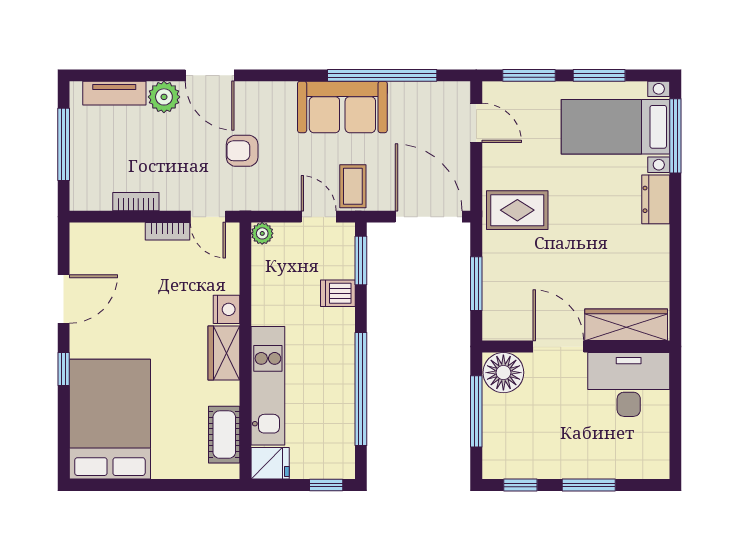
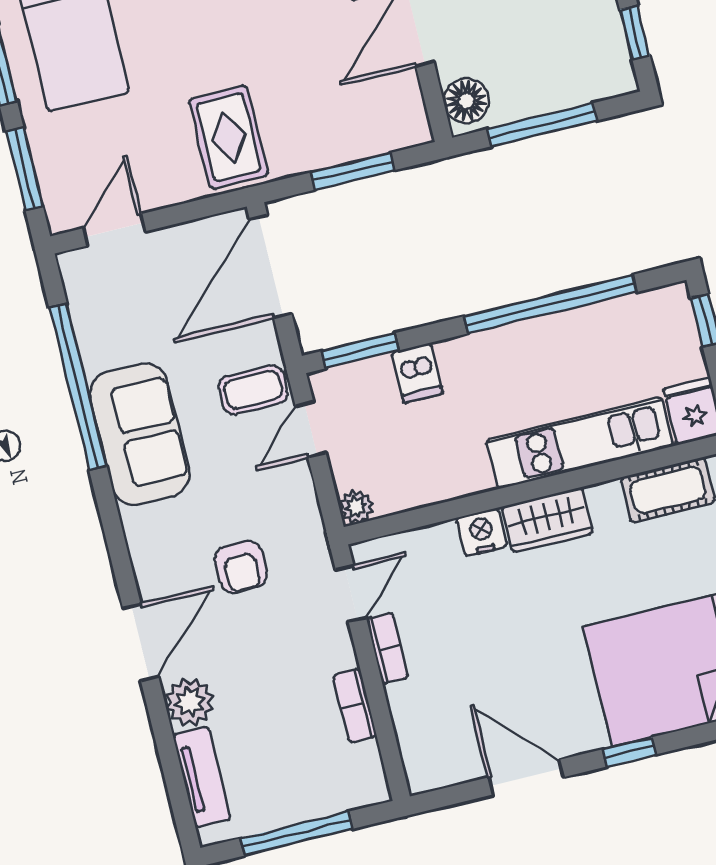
floor lamp: (503, 373) -> (466, 101), width x0.73, depth x0.73

